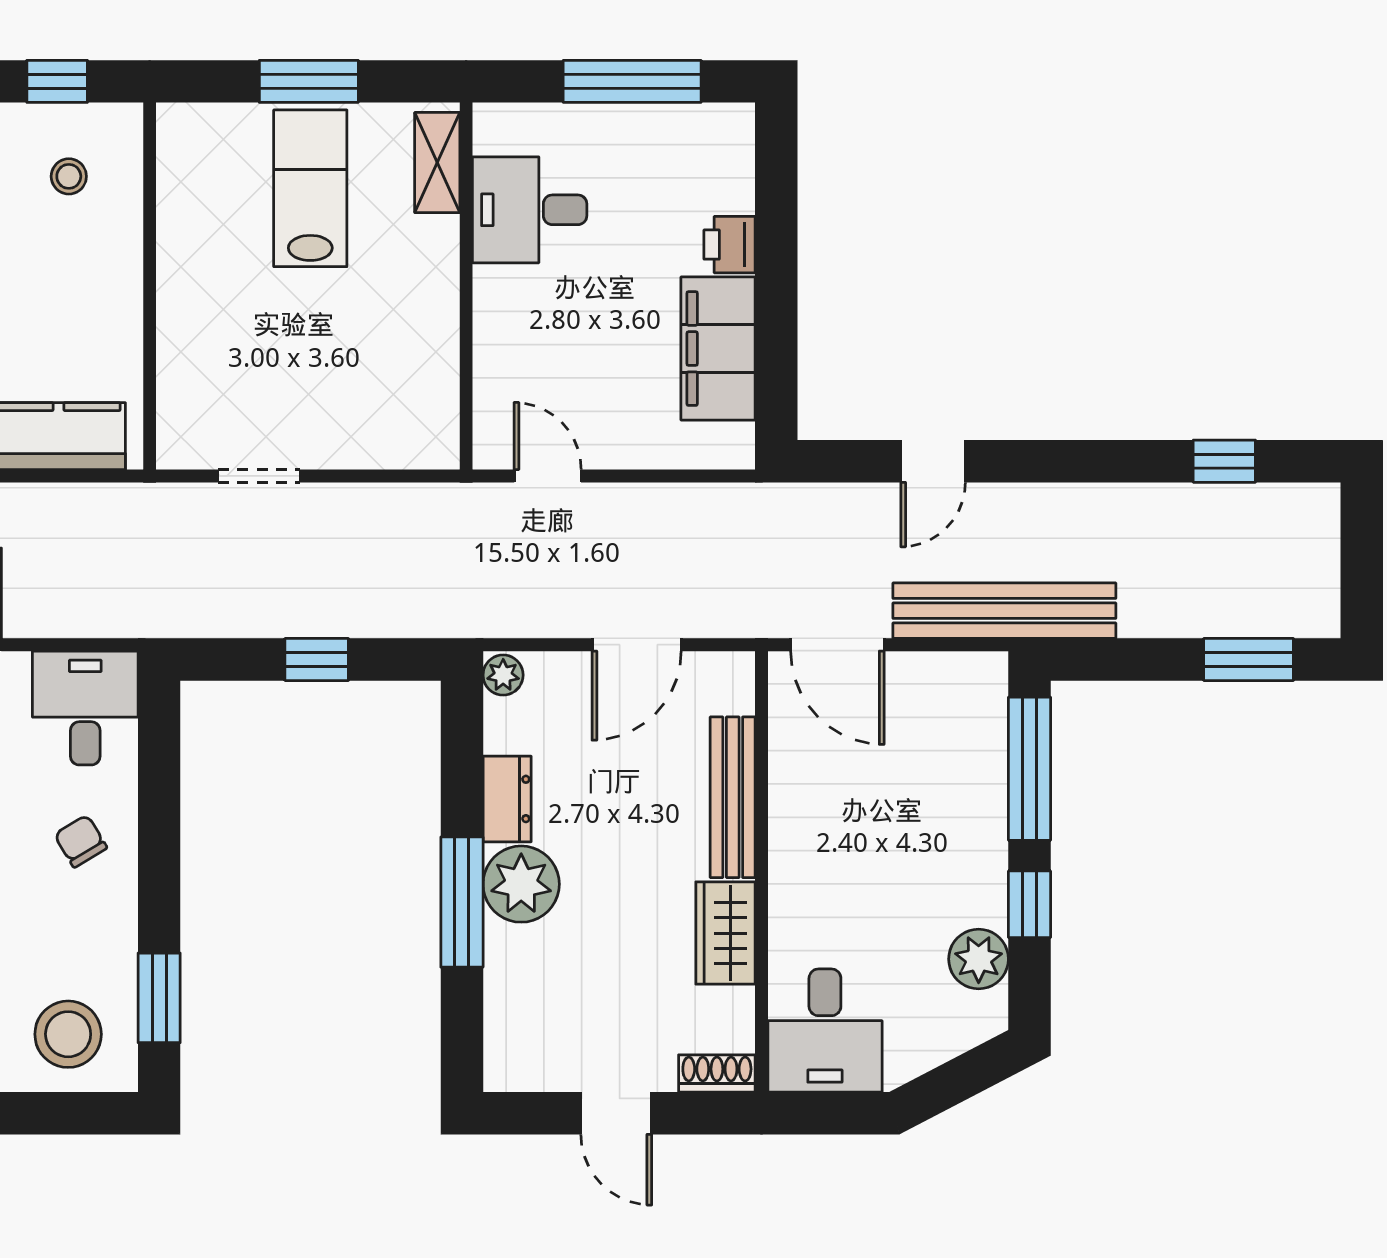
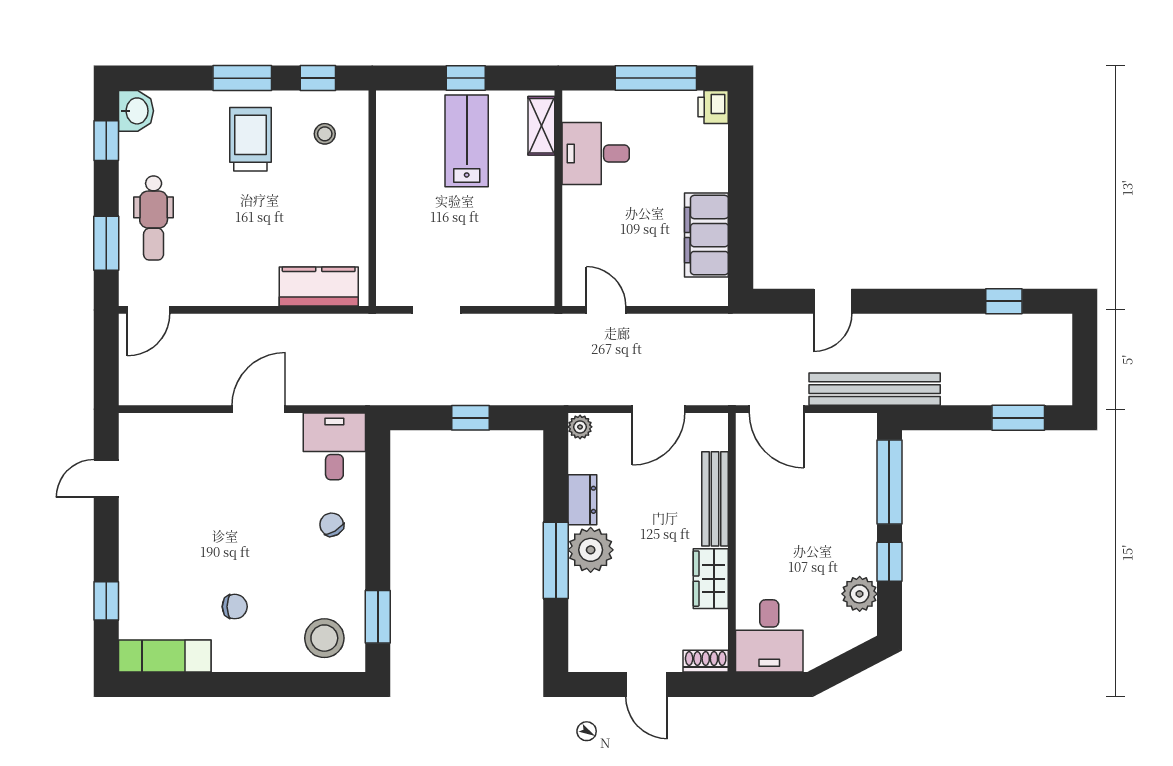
window: (309, 81) -> (466, 78), width x0.67
printer: (730, 245) -> (713, 107), moved

